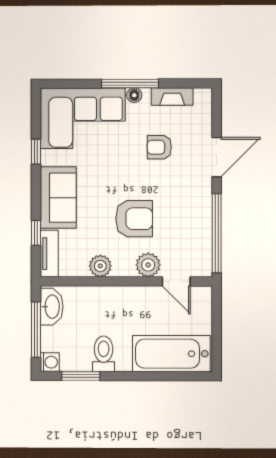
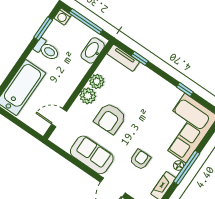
sofa: (58, 198) -> (92, 155), moved, turned 180
window: (217, 233) -> (71, 158), removed
plant: (148, 265) -> (88, 96), moved
washbasin: (52, 307) -> (93, 50), moved, turned 90

